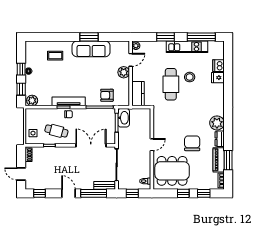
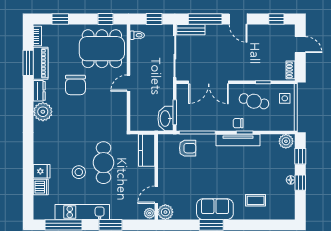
sofa: (91, 49) -> (215, 209), width x0.73
plant: (124, 72) -> (165, 212), moved
window: (183, 193) -> (105, 19), moved

